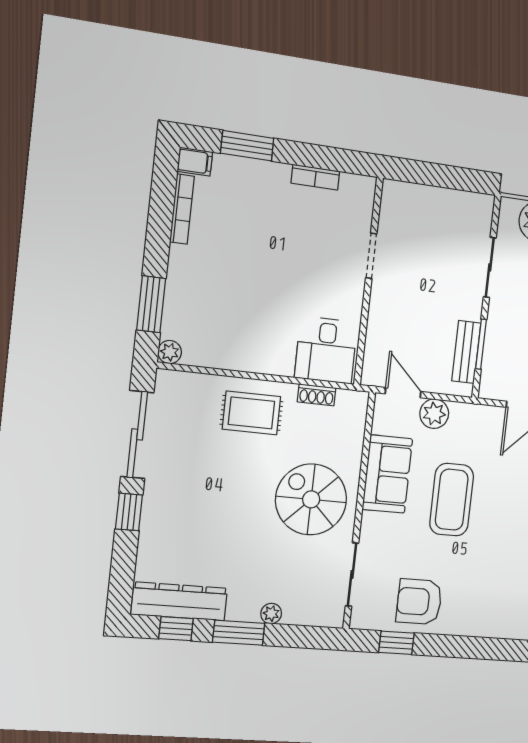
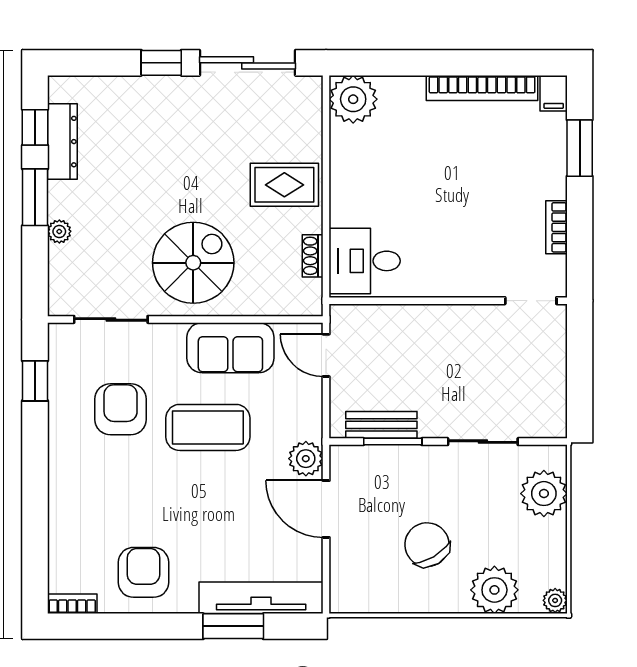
bookcase: (182, 209) -> (482, 88), width x1.48, depth x1.31
doorway: (371, 256) -> (531, 301), moved
window: (151, 304) -> (392, 63), removed
plant: (170, 352) -> (353, 99), width x1.88, depth x1.88
door: (403, 393) -> (326, 355), swing flipped
rug: (252, 413) -> (284, 185), turned 90
plant: (434, 414) -> (306, 459), moved
dresser: (179, 601) -> (62, 142), width x0.73, depth x0.80
armchair: (419, 602) -> (121, 409), moved

